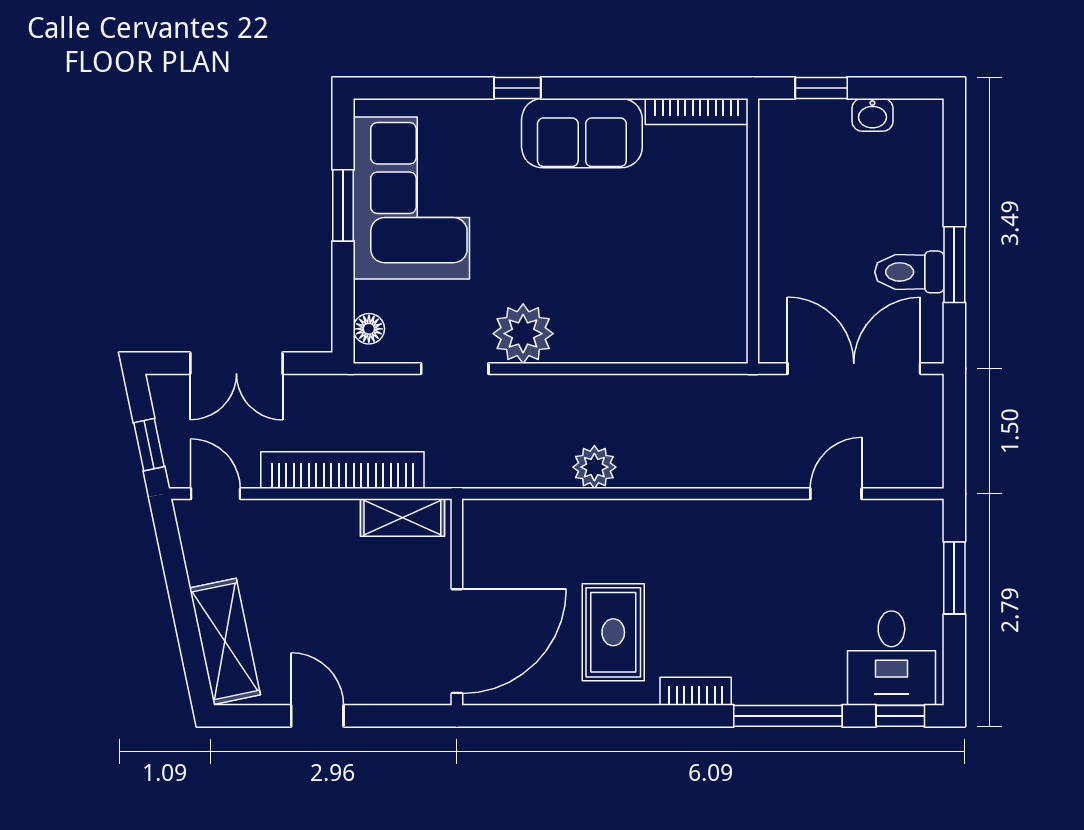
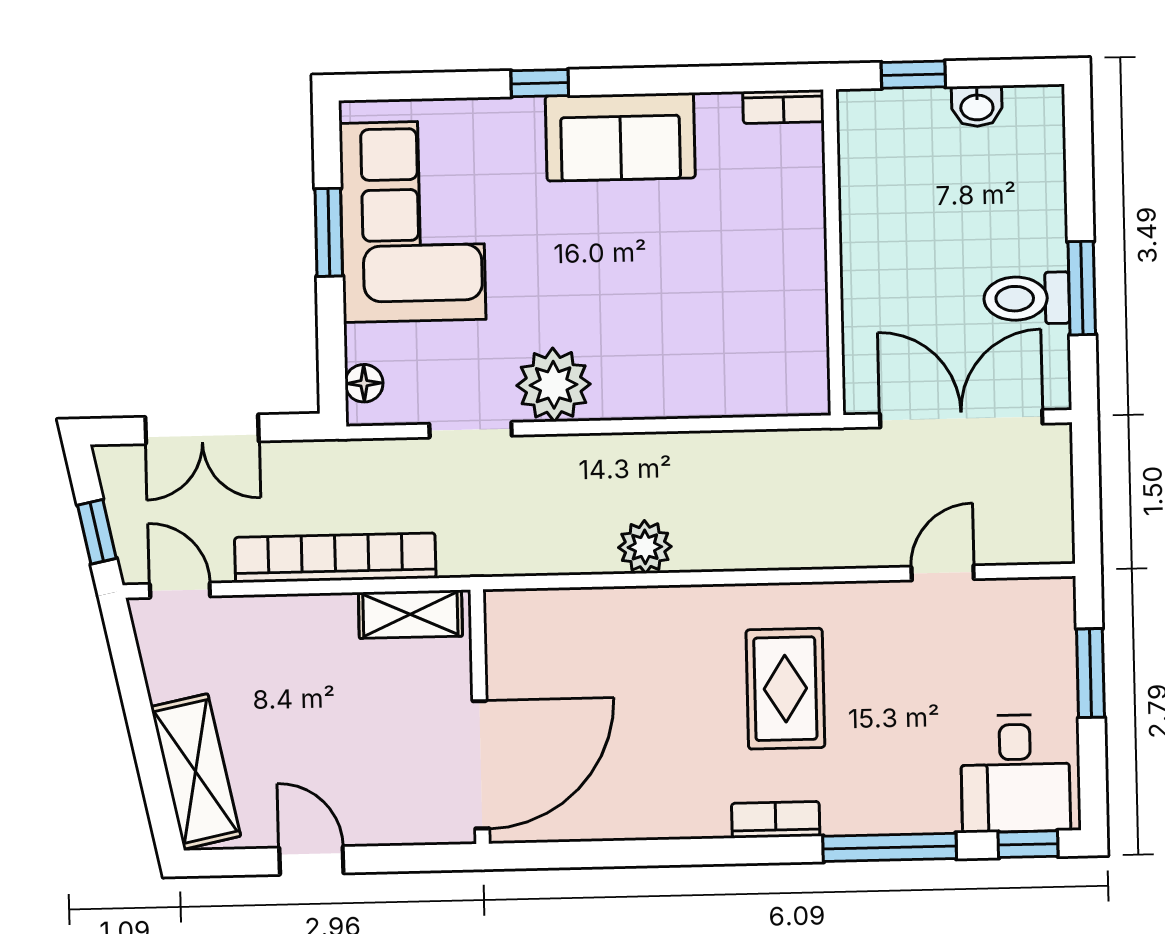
bookcase: (697, 111) -> (783, 107), width x0.64
rug: (613, 632) -> (785, 689), moved

